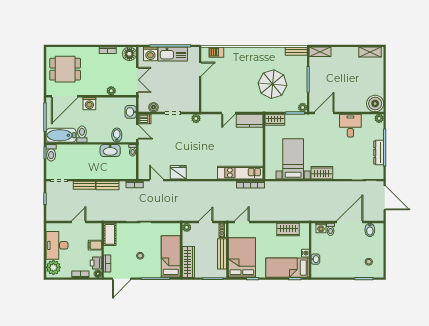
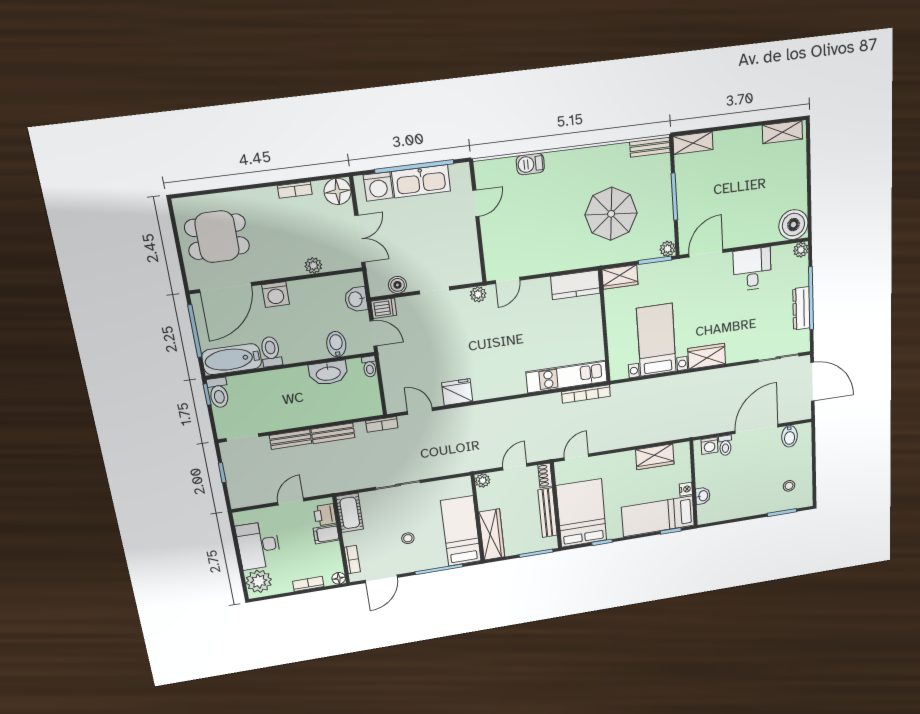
barbecue: (216, 52) -> (530, 164), moved
door: (228, 113) -> (508, 280), moved
printer: (96, 263) -> (325, 515), moved

